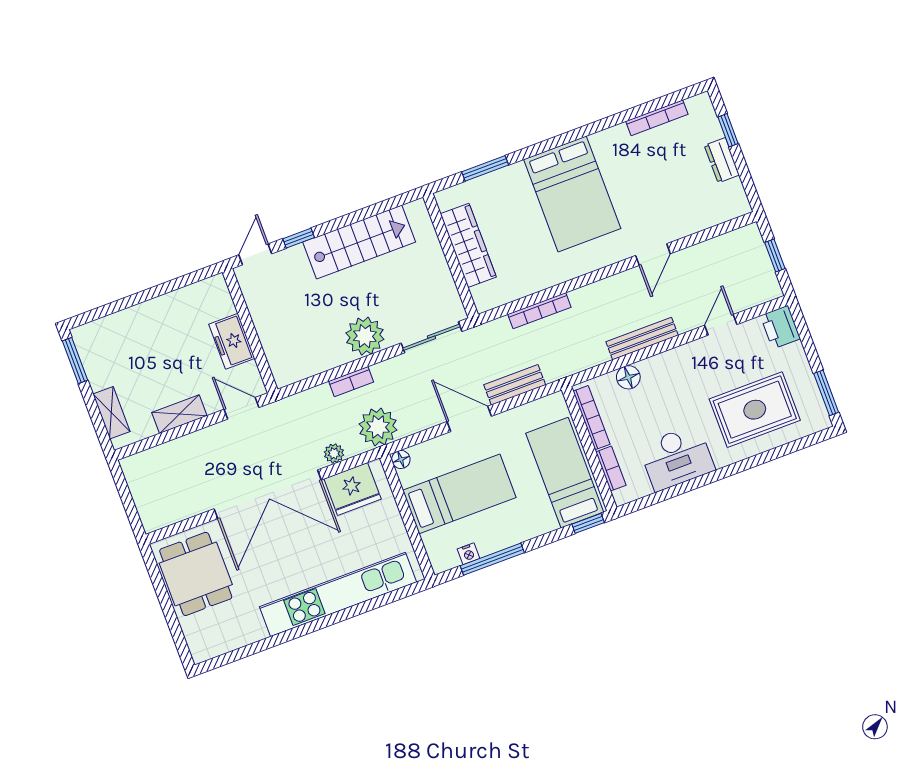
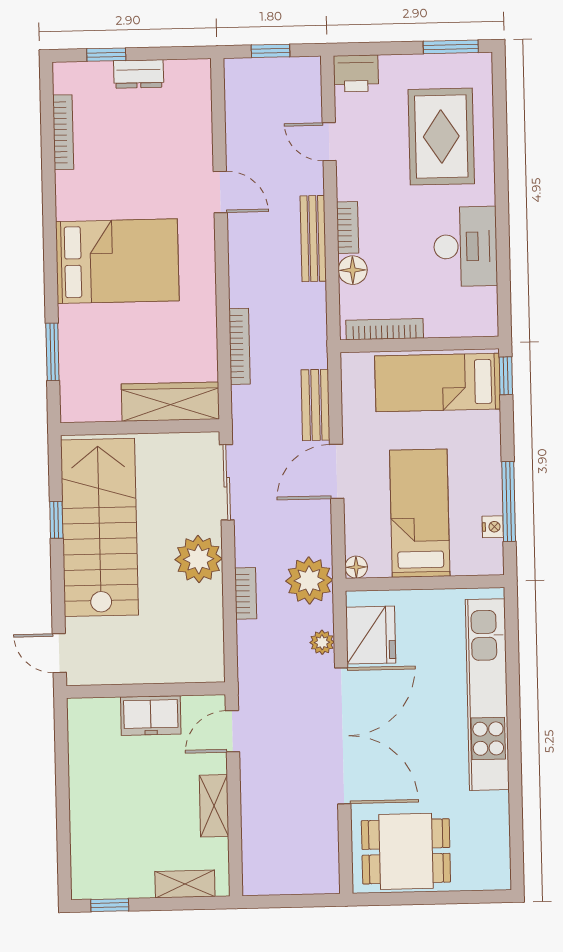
window: (299, 238) -> (56, 520), moved
stairs: (359, 242) -> (99, 527), width x1.36, depth x1.51
wardrobe: (468, 245) -> (170, 402), moved
window: (75, 361) -> (110, 905), width x0.67
bookcase: (611, 469) -> (348, 227), moved, turned 90

